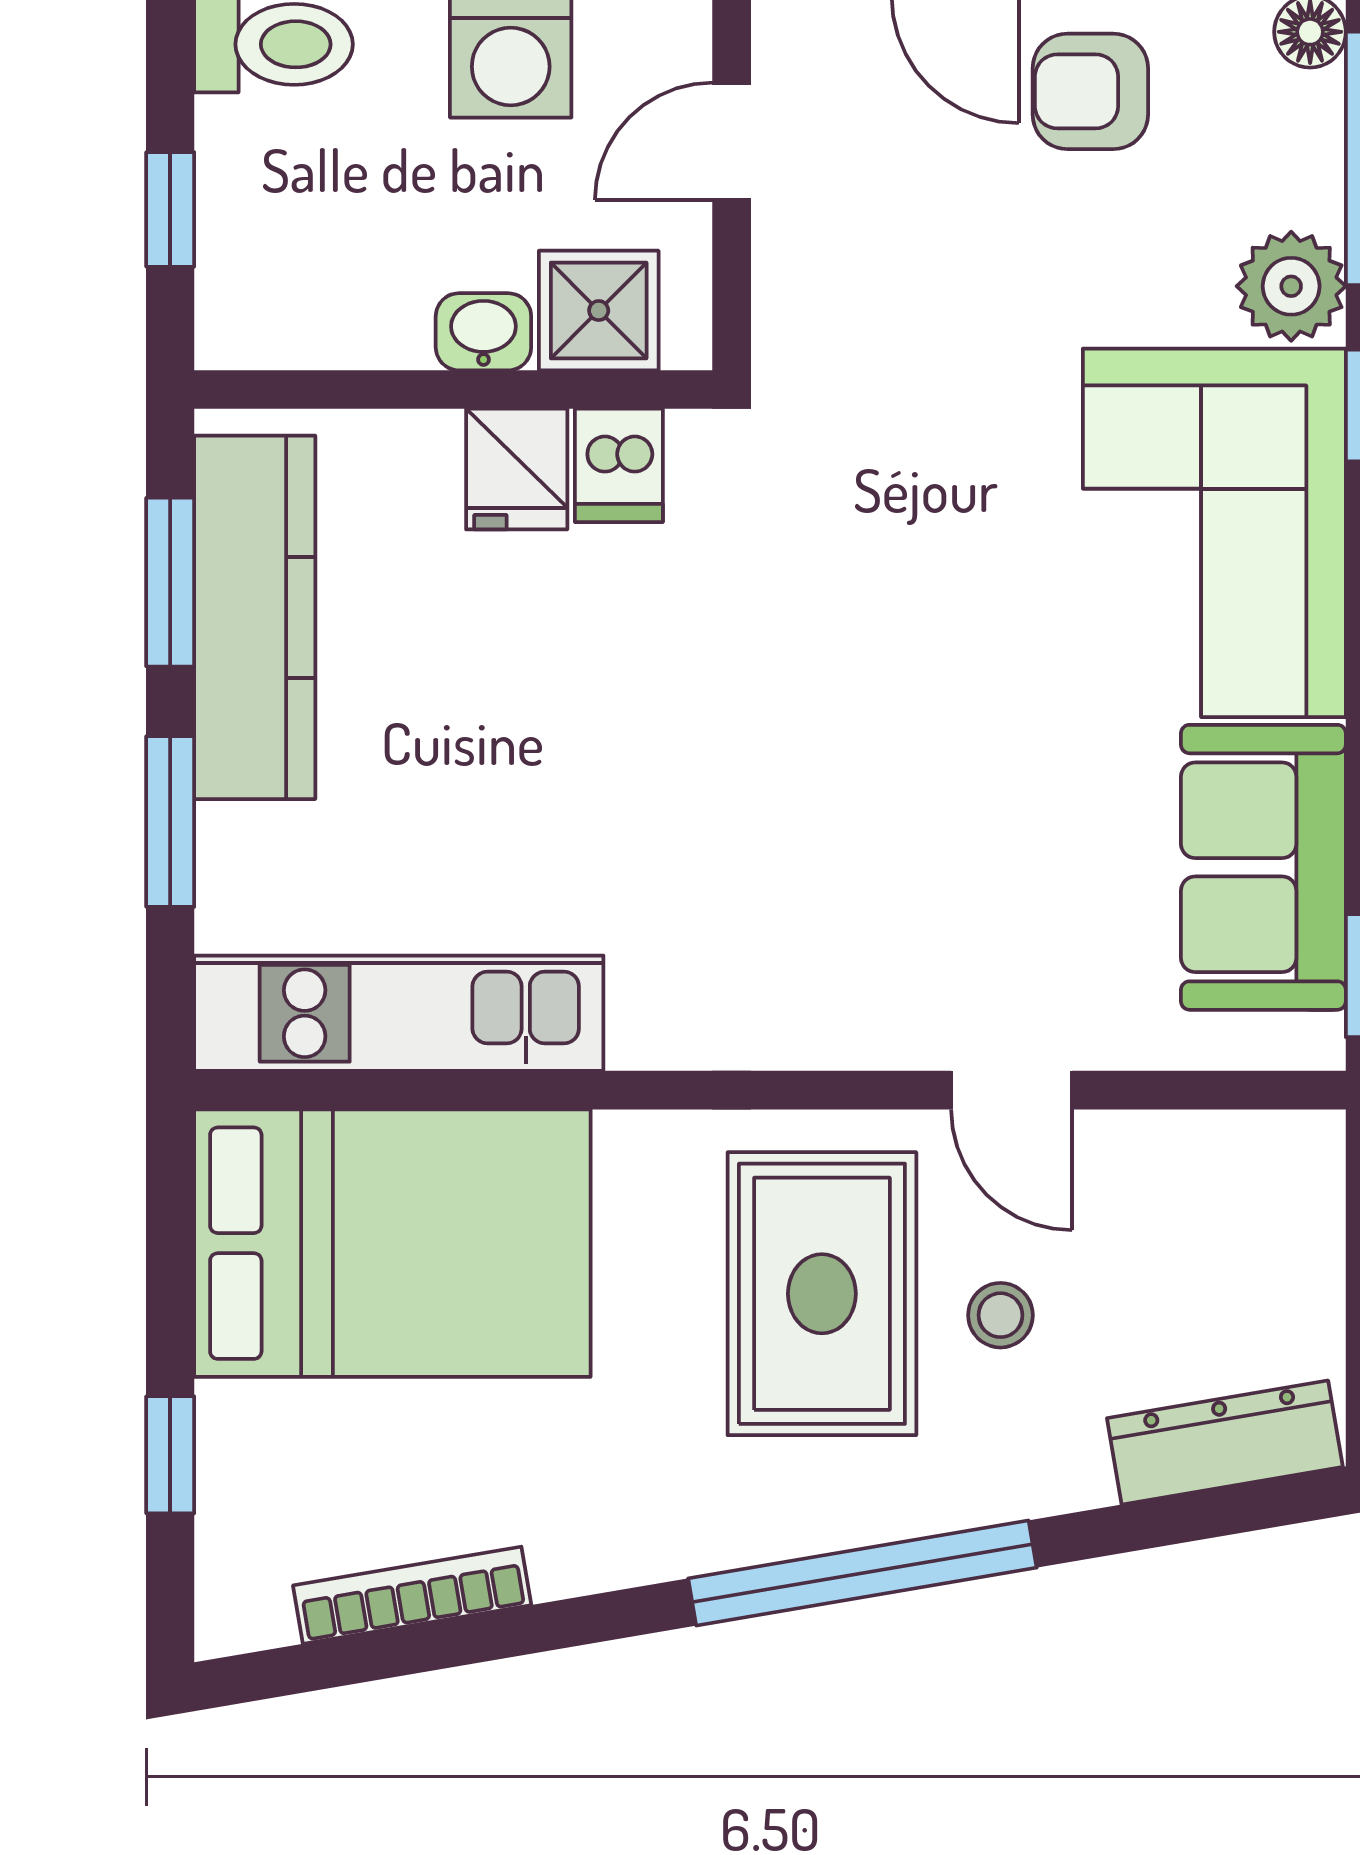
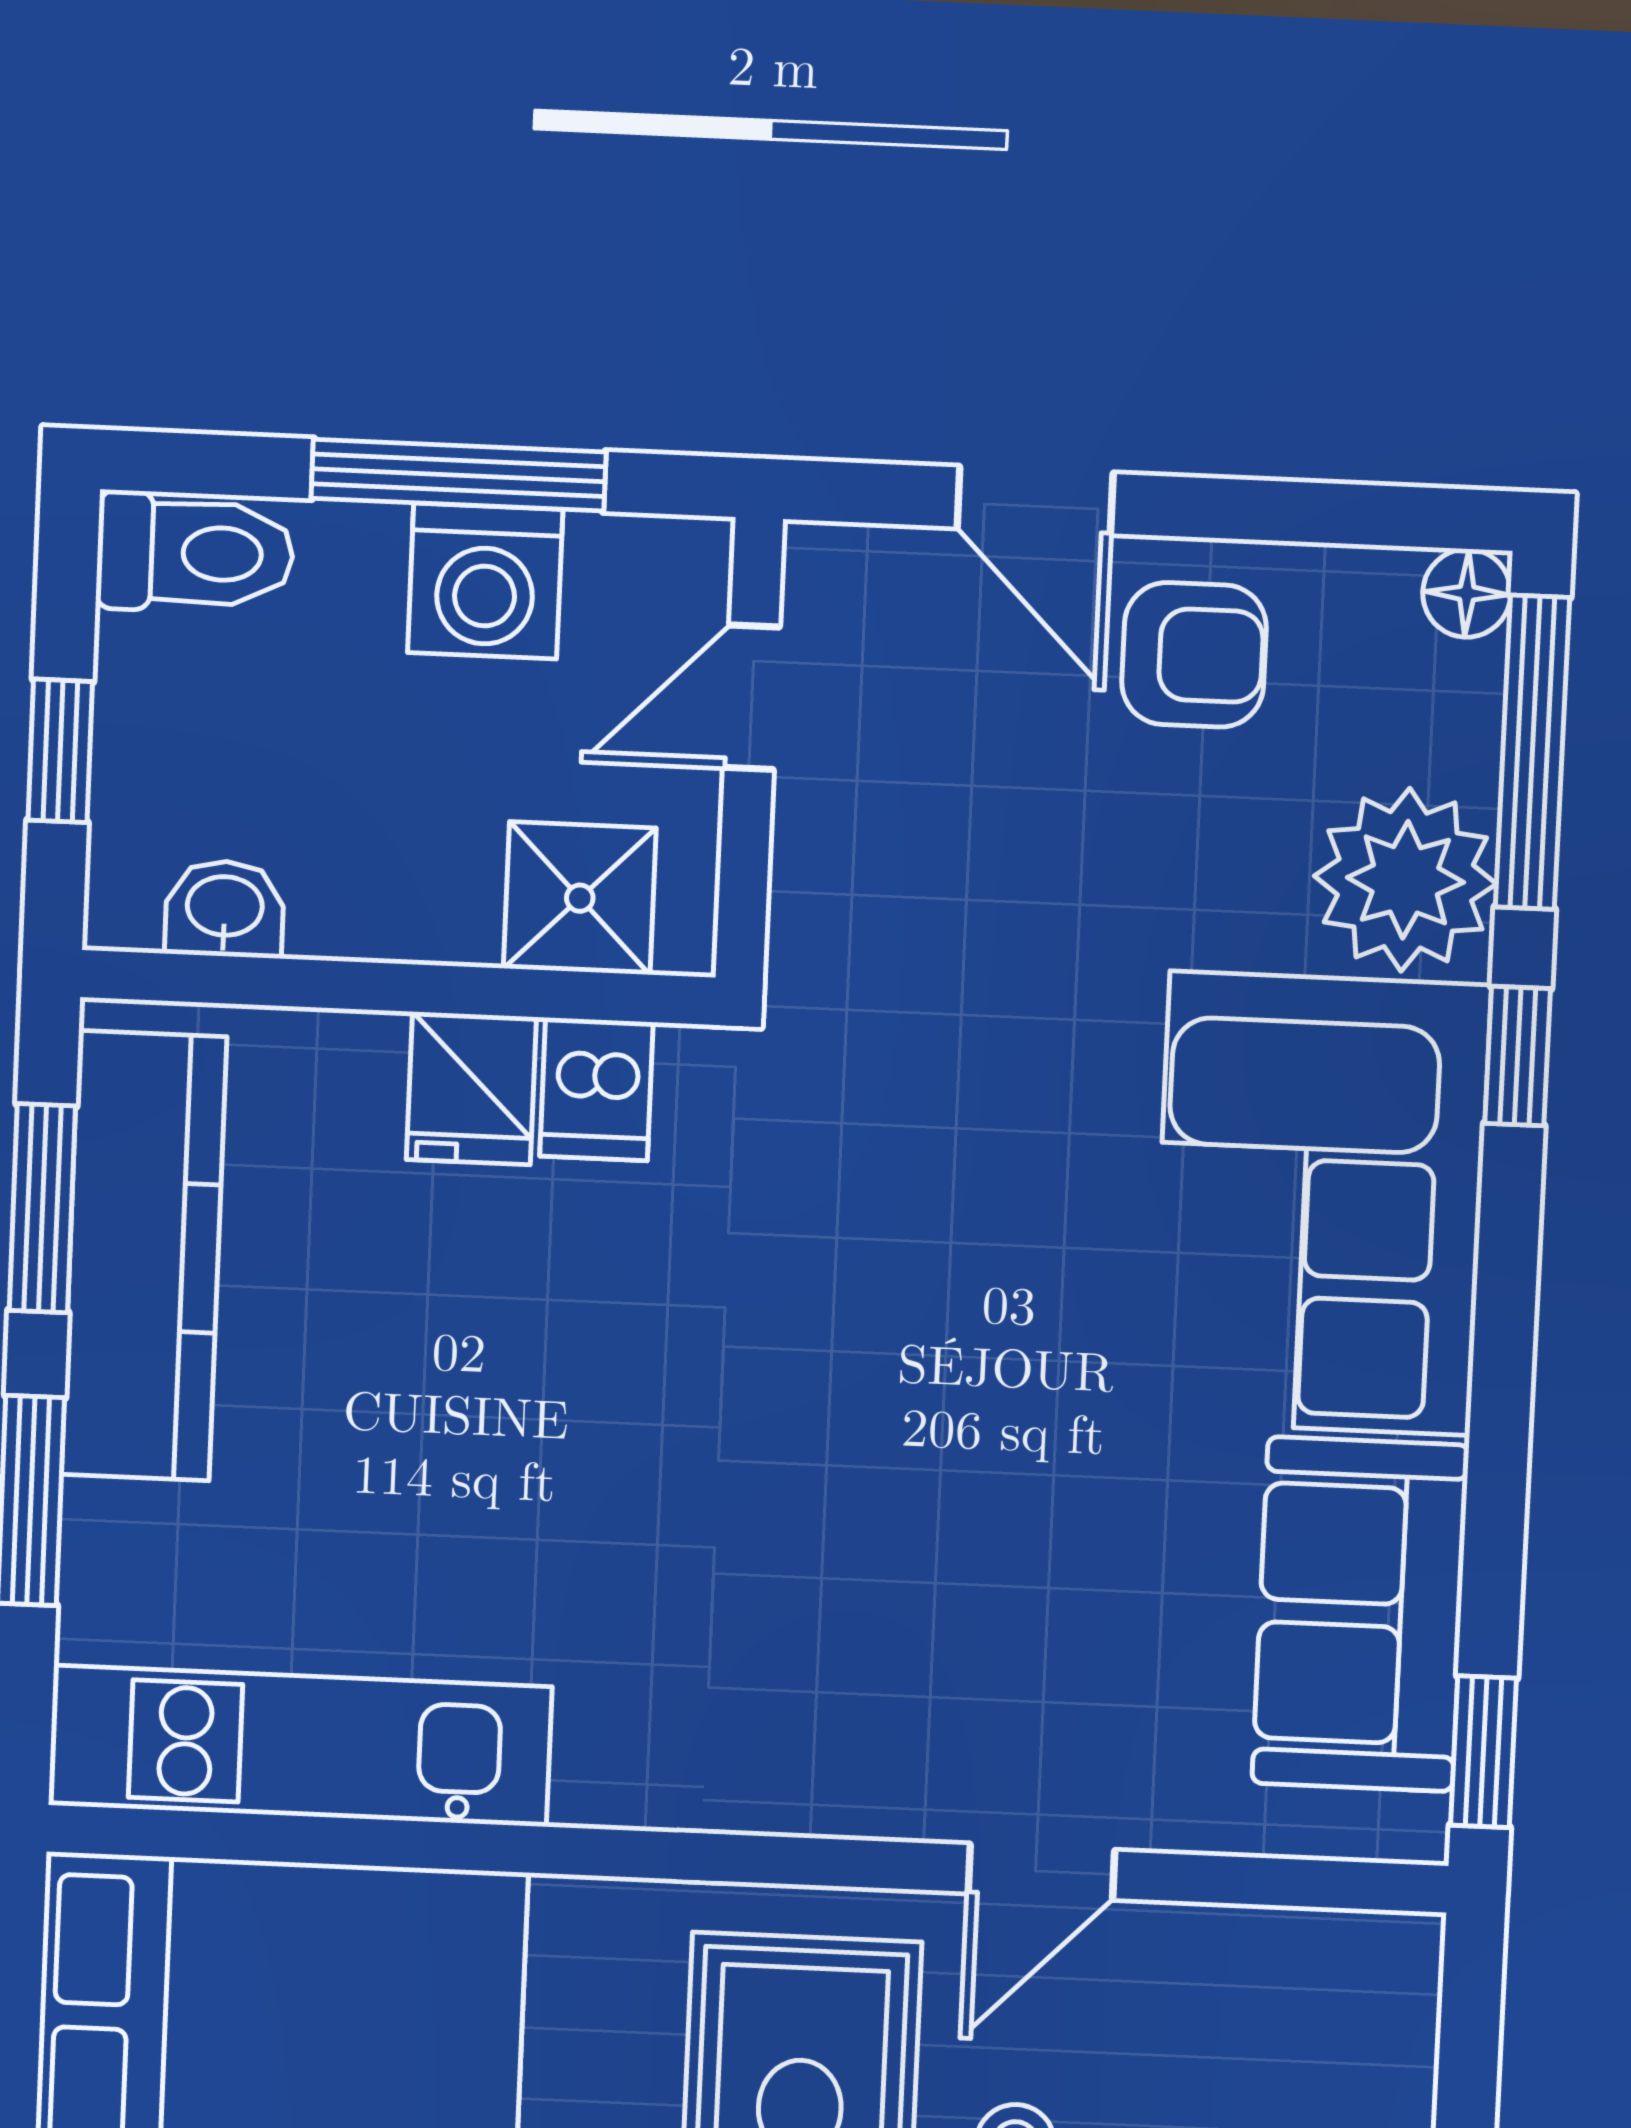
armchair: (1090, 91) -> (1194, 655), turned 180
plant: (1291, 286) -> (1405, 880), width x1.36, depth x1.36
washbasin: (483, 332) -> (225, 909), moved
door: (1012, 1090) -> (1041, 1872), hinge flipped

